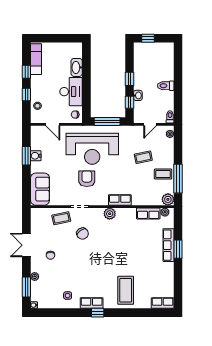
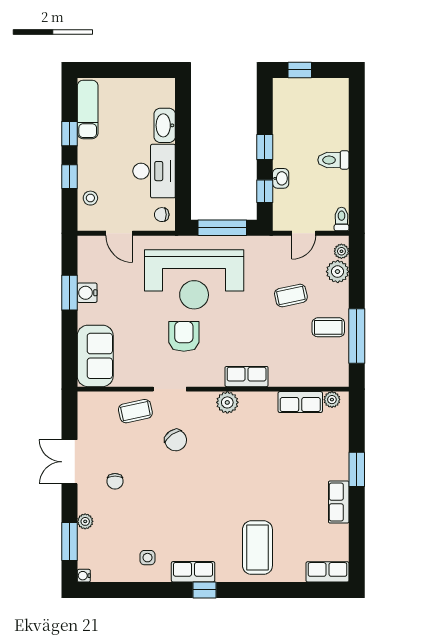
plant: (168, 199) -> (338, 272), moved
row of seats: (169, 245) -> (339, 502), moved, width x0.68

